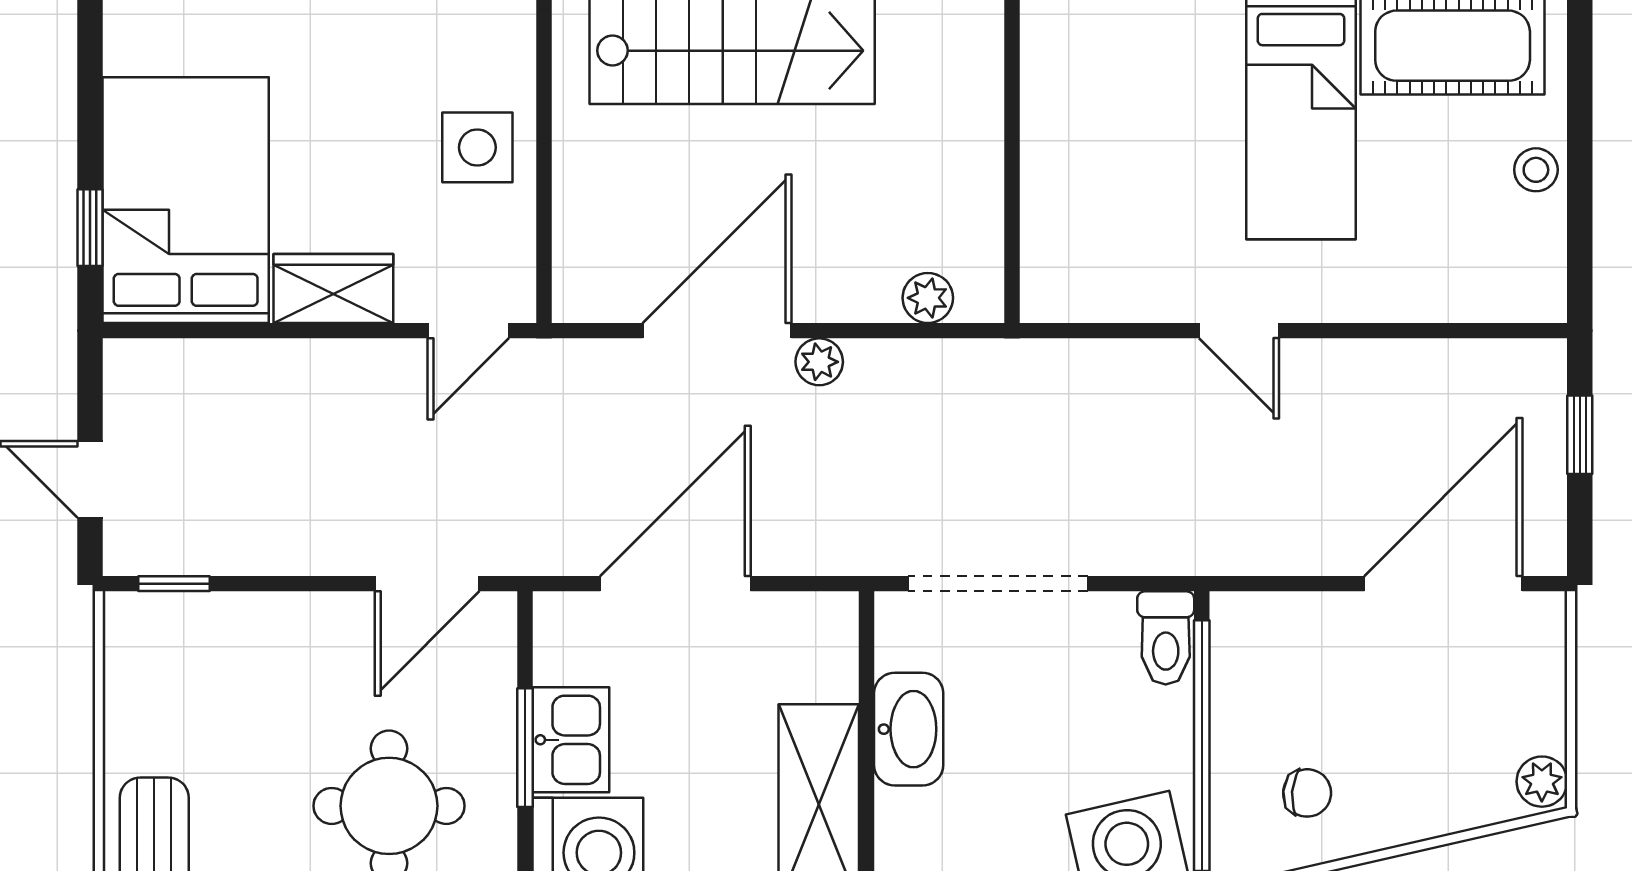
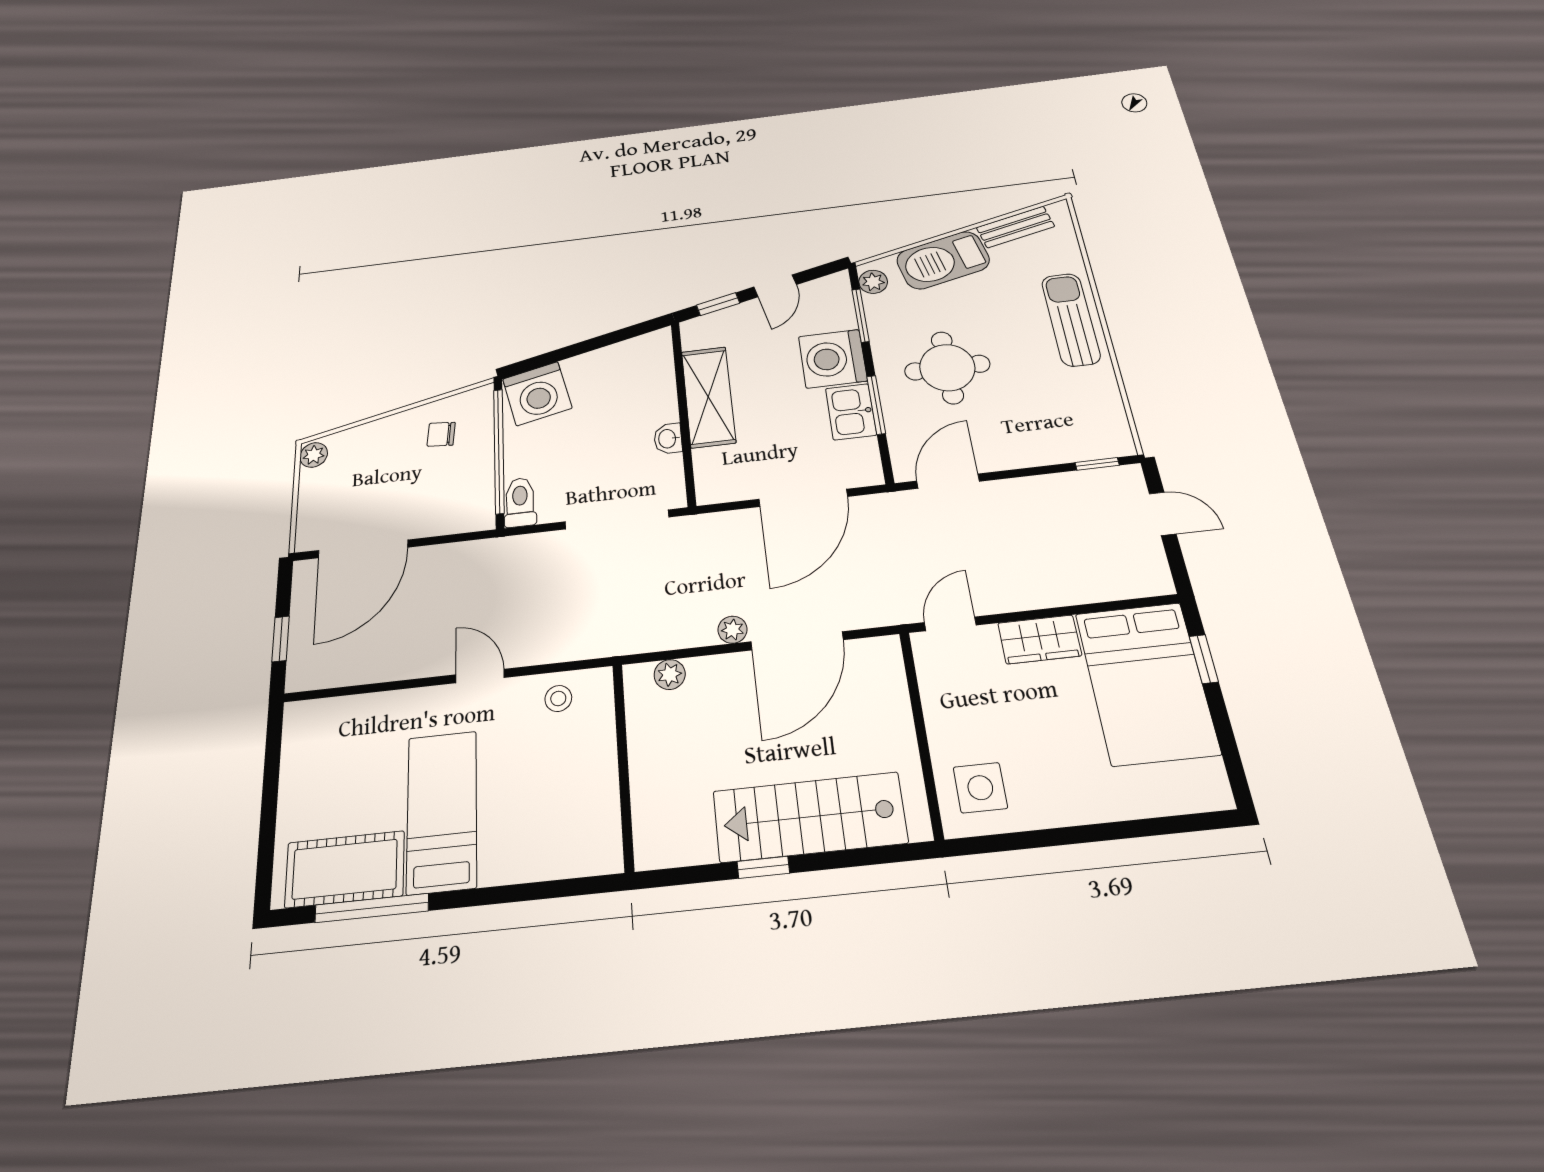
side table: (477, 147) -> (980, 788), moved
stool: (1536, 170) -> (558, 698), moved
washbasin: (909, 729) -> (668, 439), width x0.52, depth x0.69

